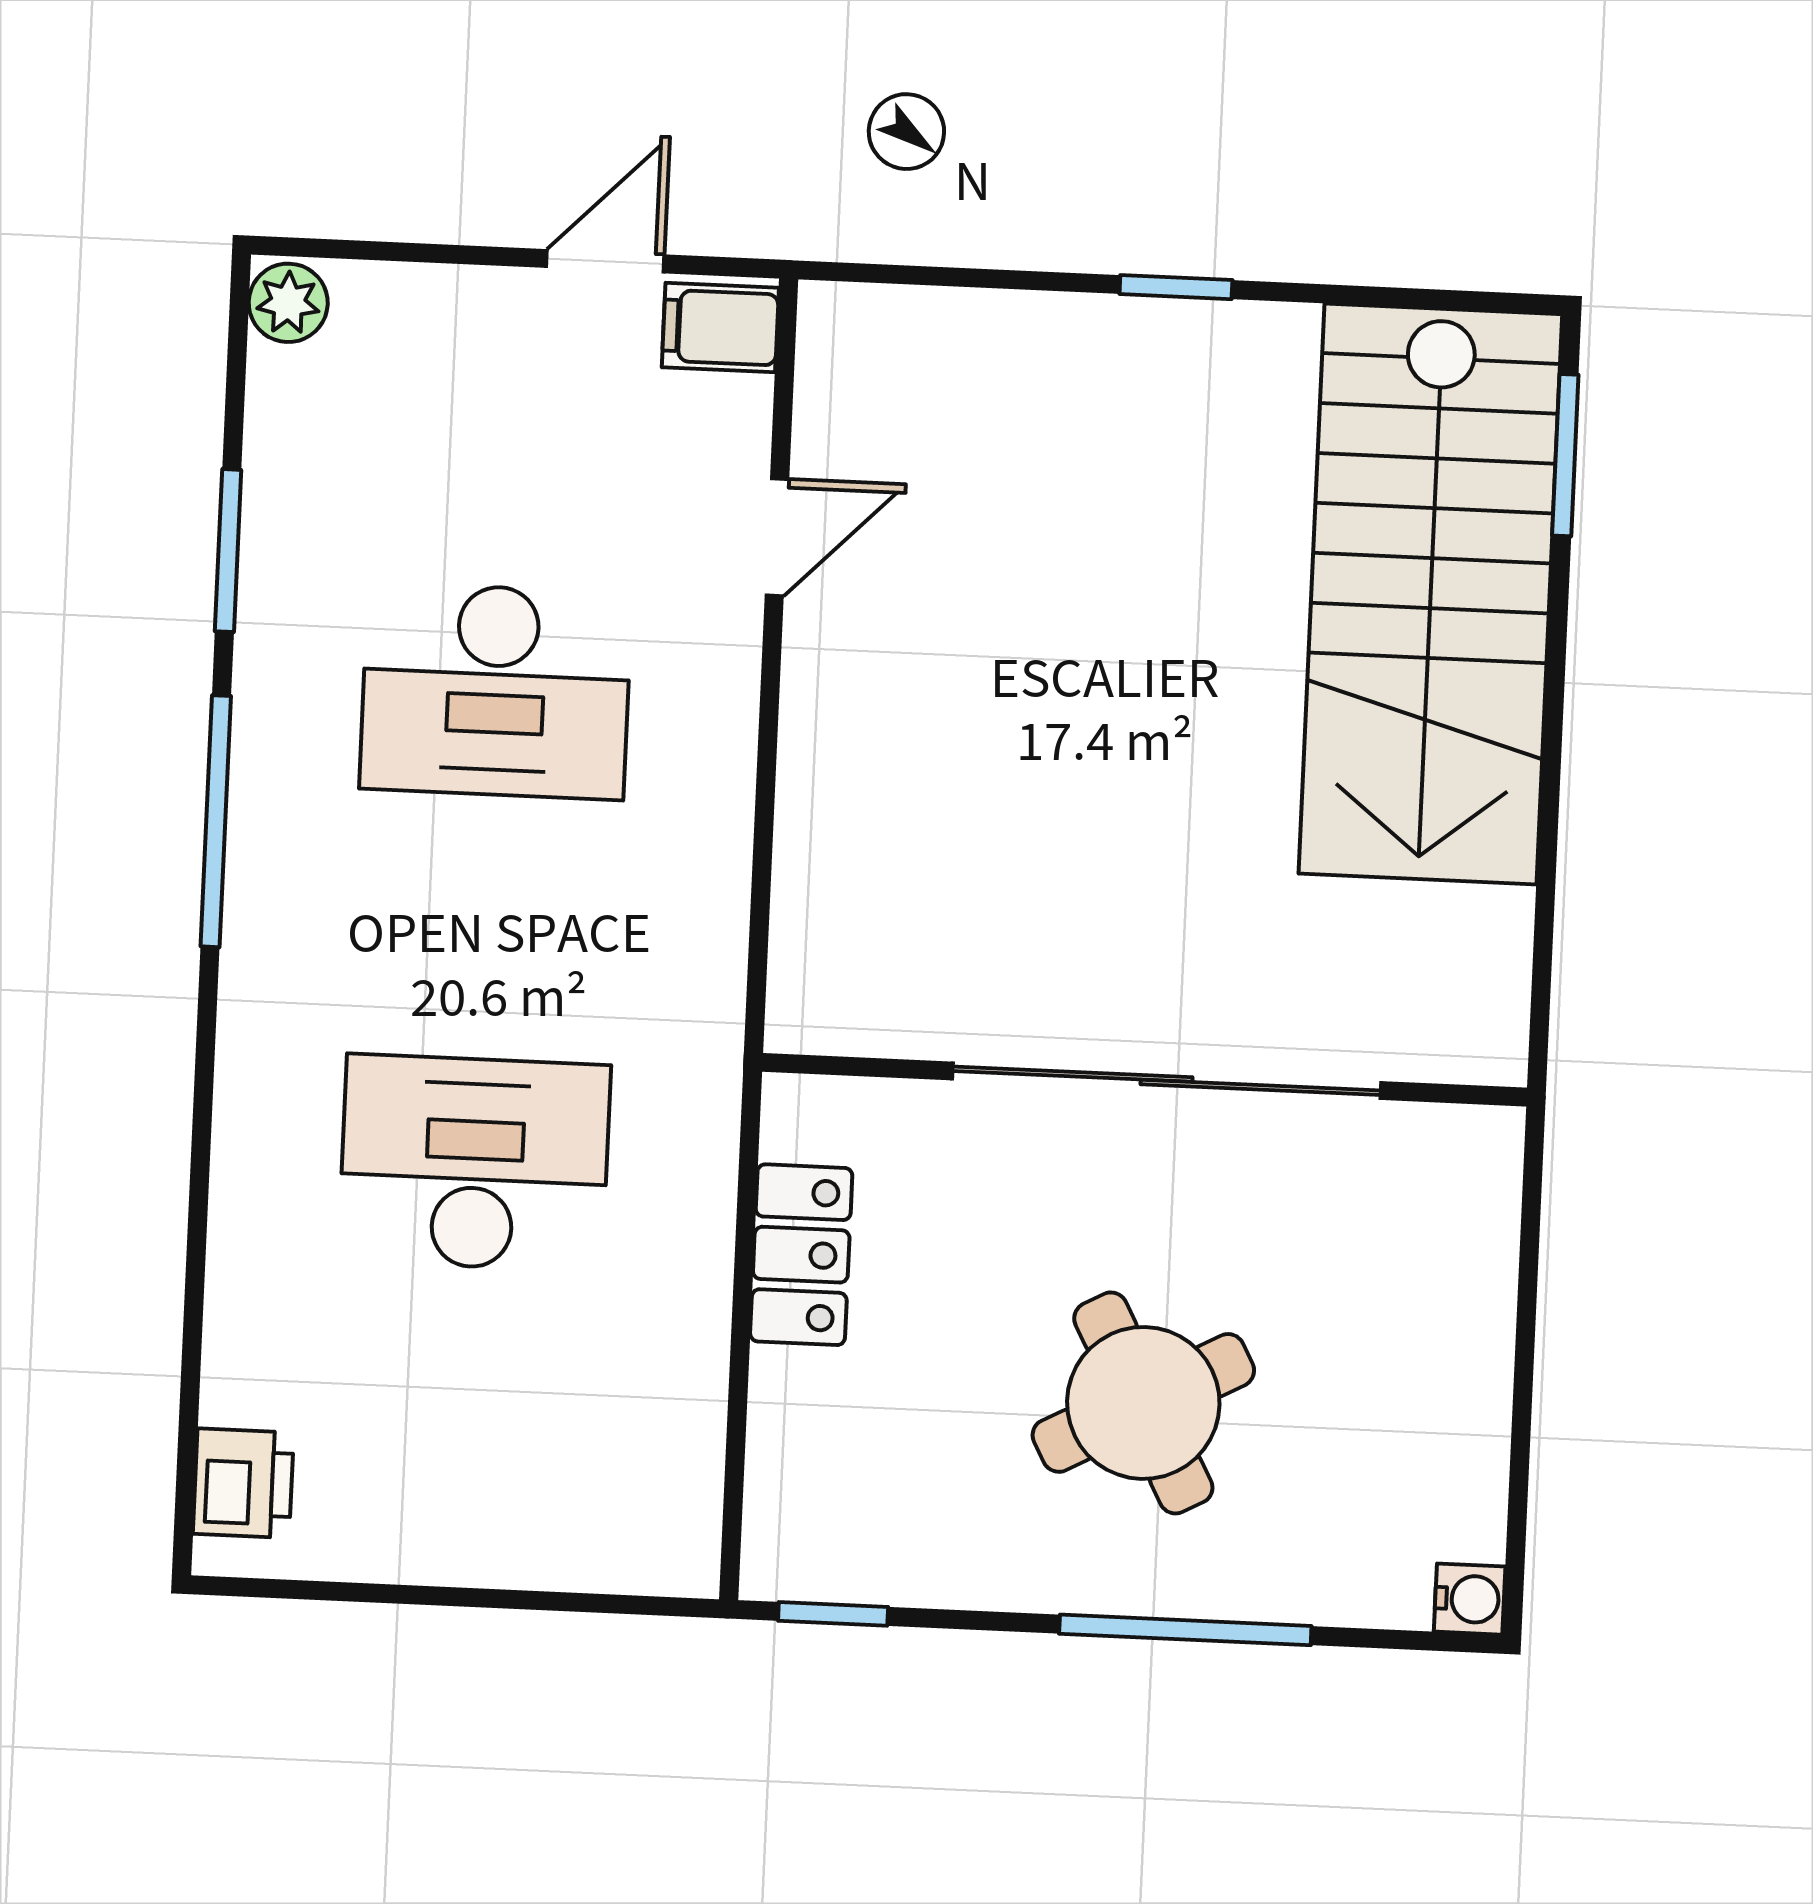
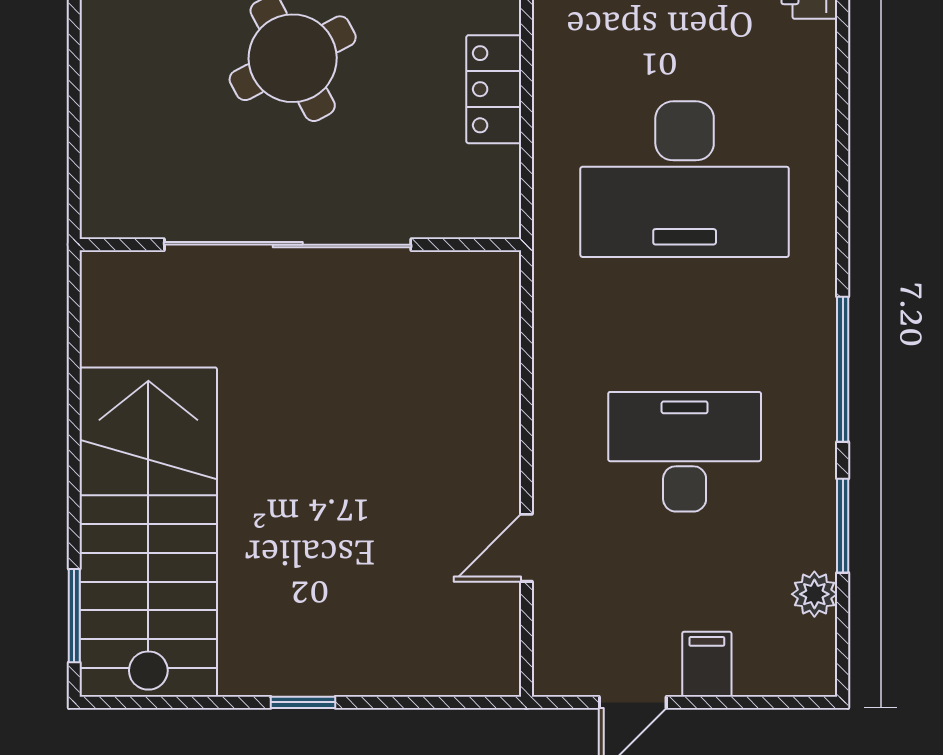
plant: (288, 303) -> (814, 594), moved
filing cabinet: (720, 328) -> (707, 664), moved, turned -90
desk: (474, 1163) -> (685, 179), width x1.36, depth x1.30
locker: (801, 1255) -> (494, 89), moved

